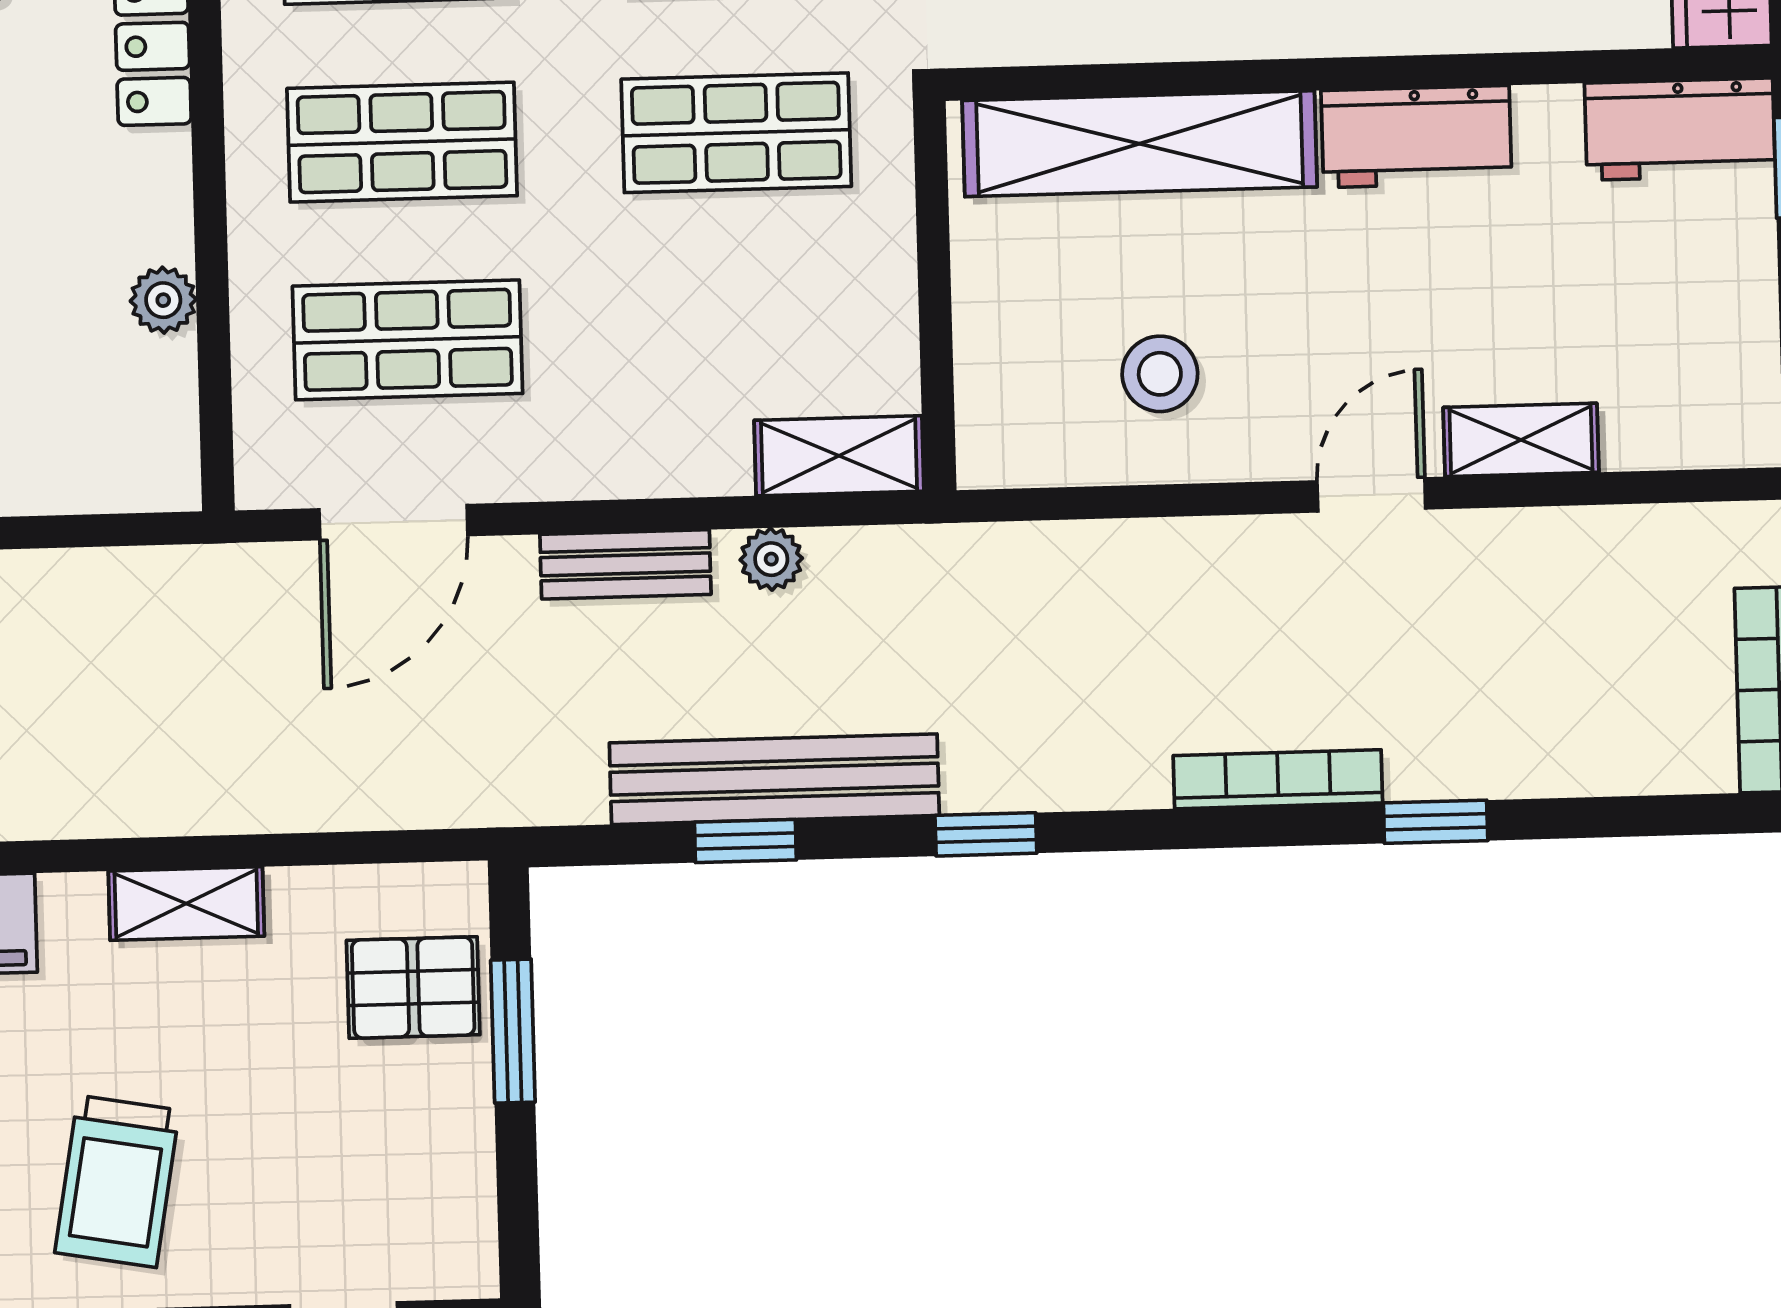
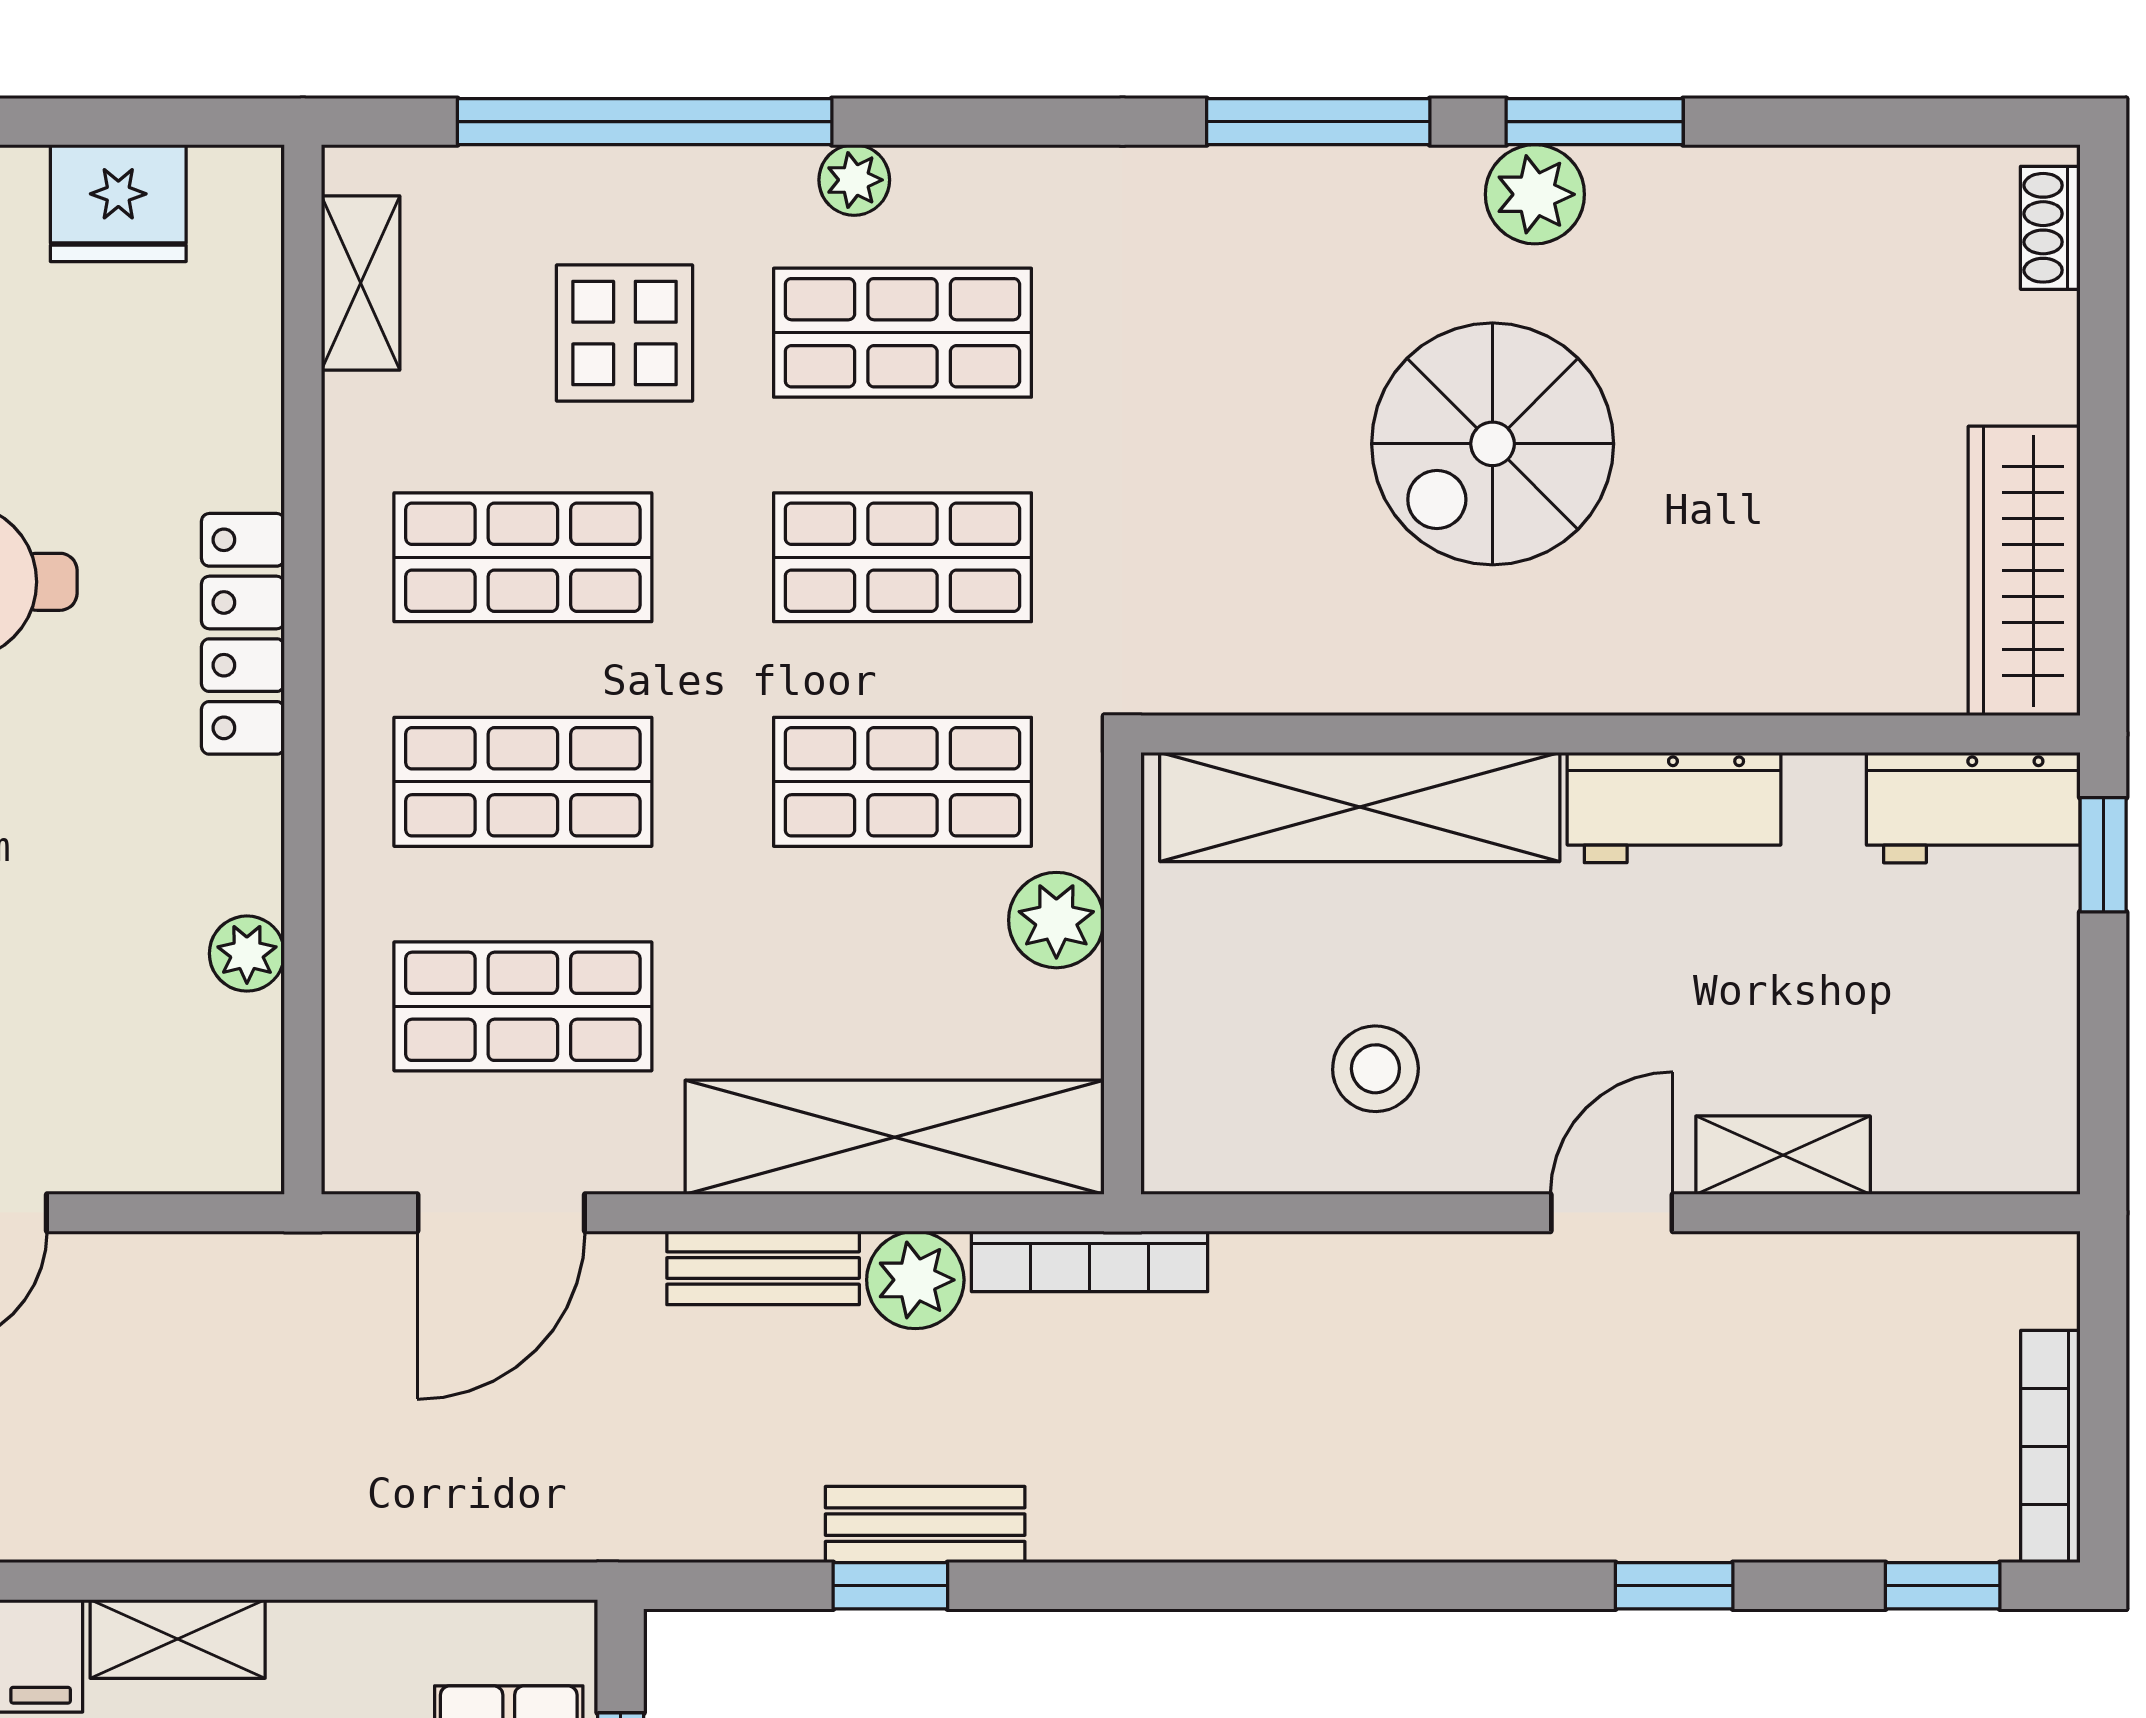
plant: (875, 251) -> (1056, 920), added
shelving: (839, 456) -> (895, 1137), width x2.20, depth x1.33
plant: (771, 559) -> (915, 1280), width x1.38, depth x1.38
bench: (774, 779) -> (925, 1525), width x0.54, depth x0.82
bookcase: (1278, 779) -> (1090, 1261), moved, turned 180
window: (986, 834) -> (1943, 1586), moved
shelving: (186, 904) -> (178, 1639), moved

